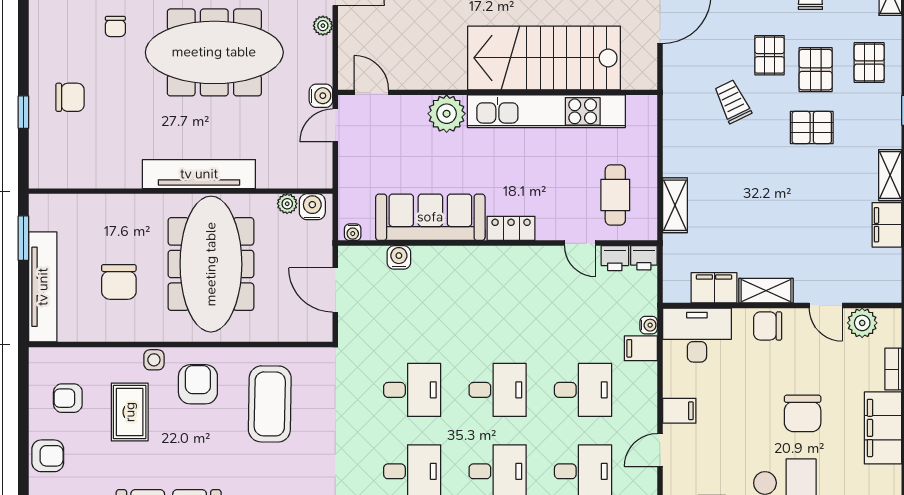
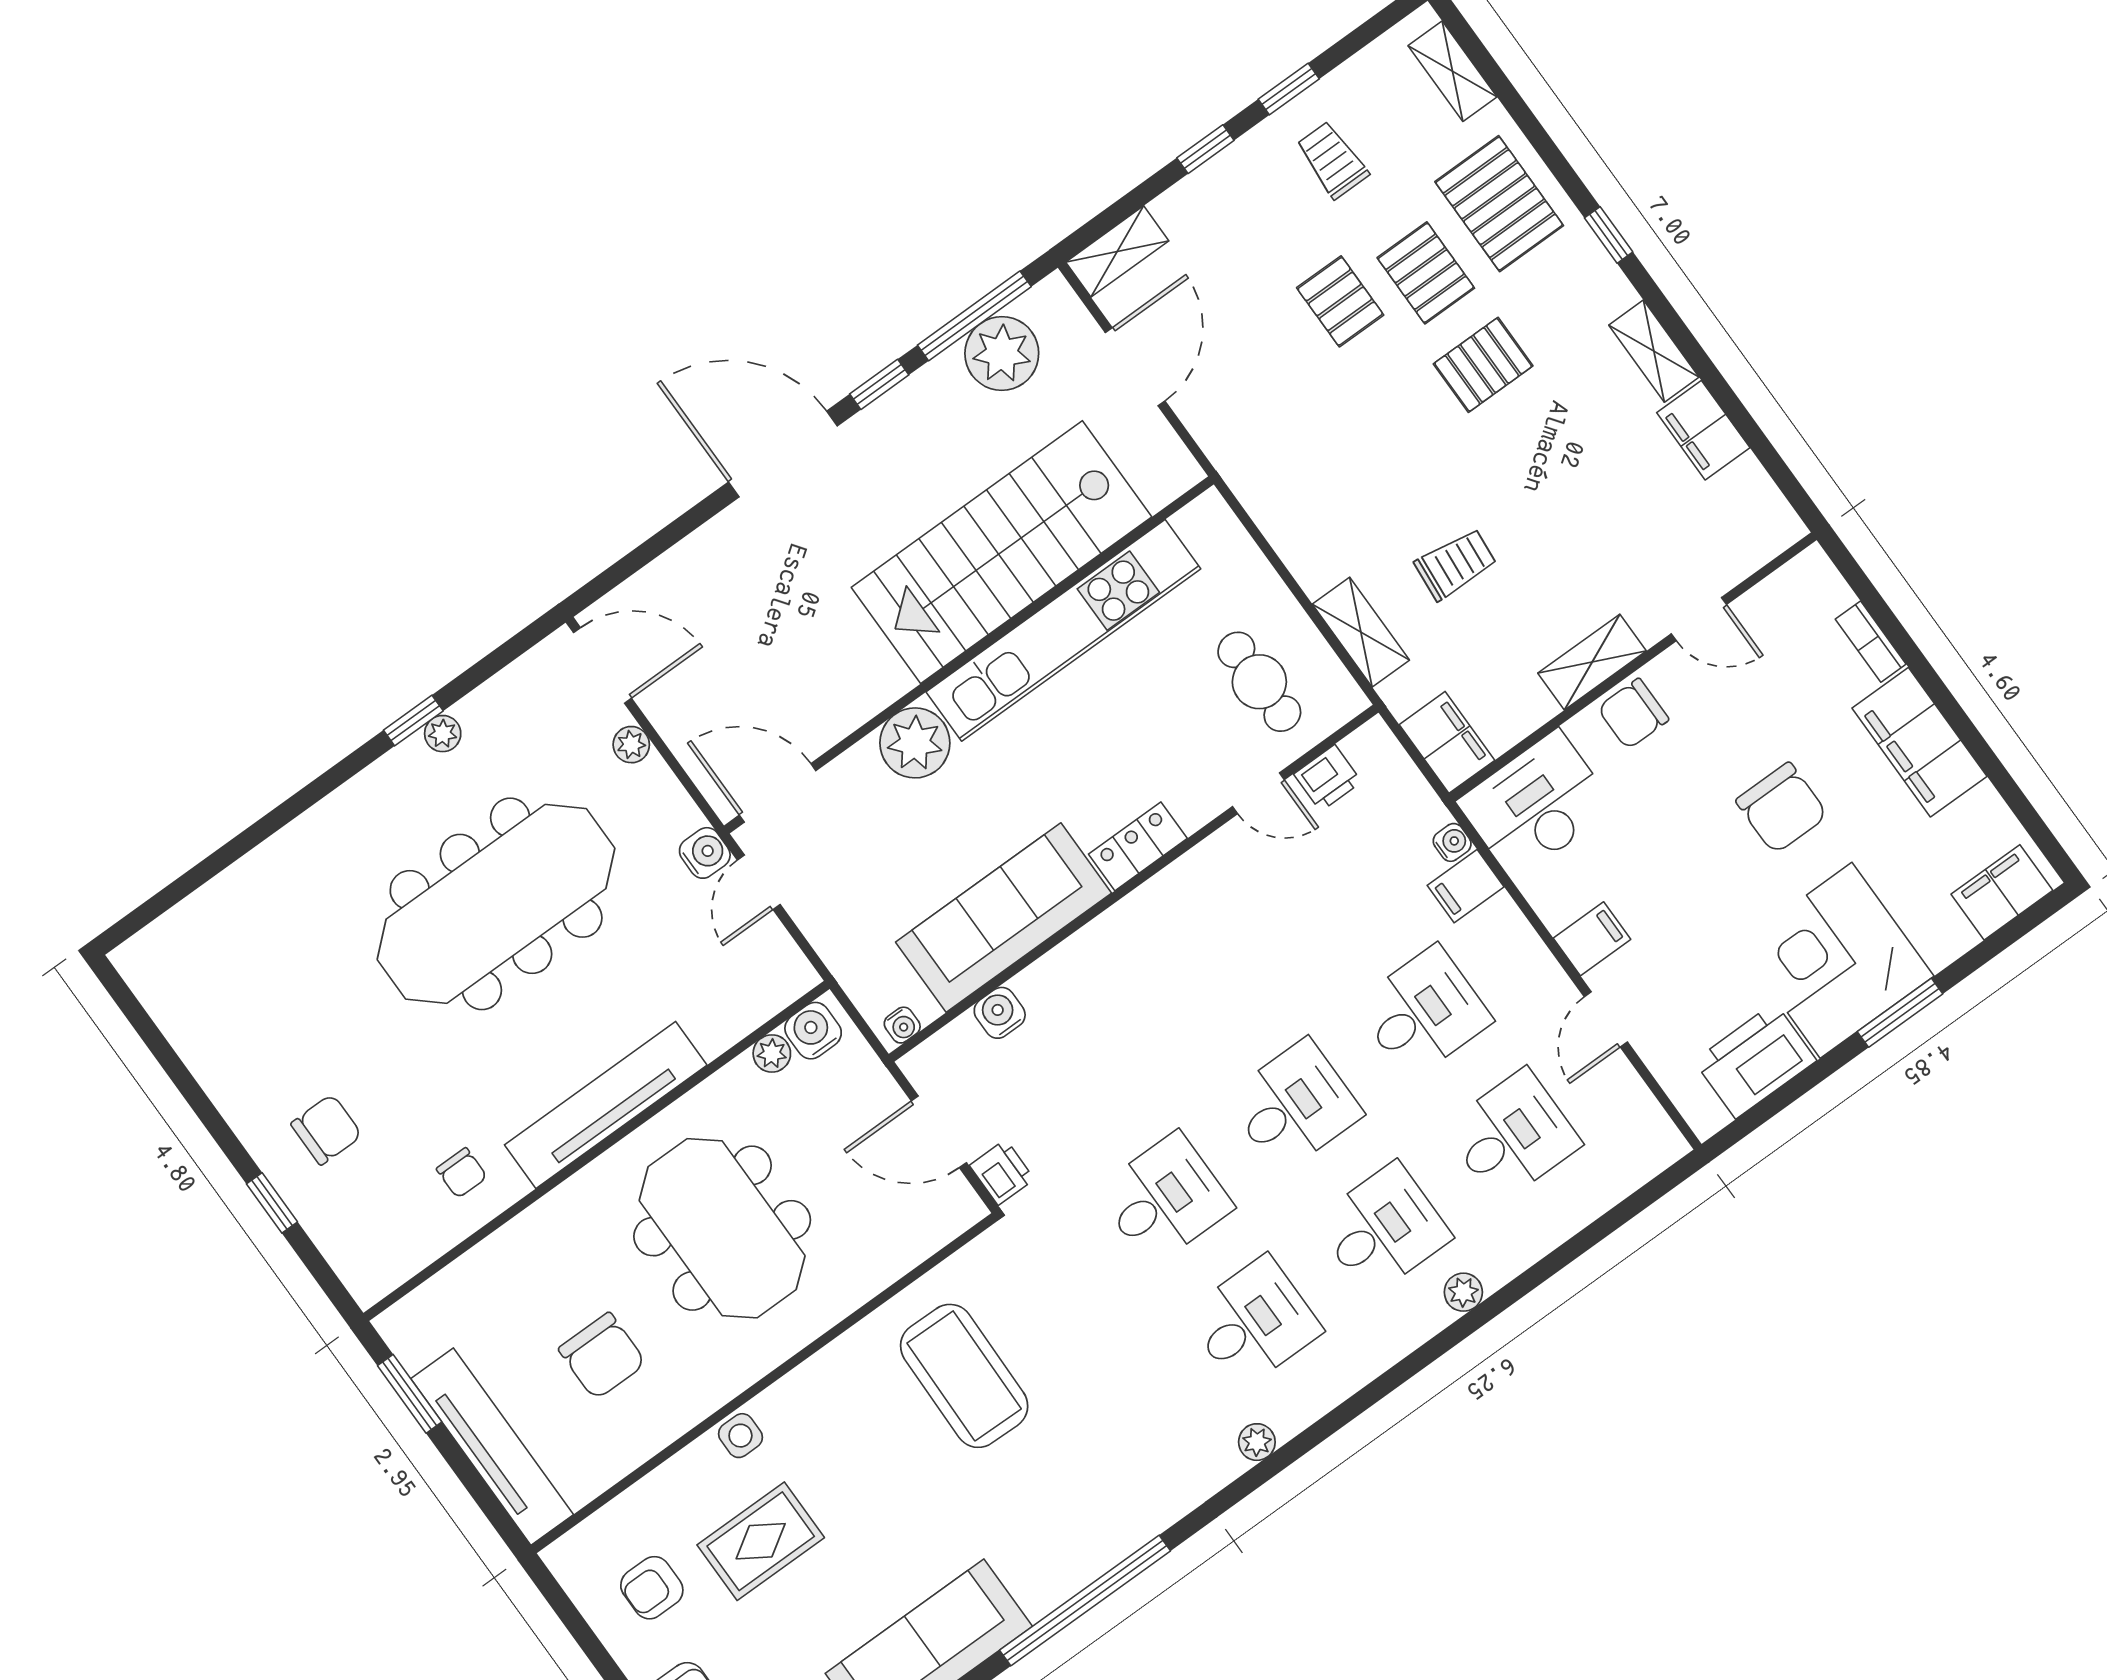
chair: (115, 26) -> (462, 1173), moved
pallet: (869, 62) -> (1499, 204), width x1.50, depth x1.42
door: (371, 92) -> (778, 793), width x1.37
trolley: (733, 102) -> (1456, 564), moved, turned 121
printer: (644, 258) -> (1002, 1172), moved, turned -90
meeting table: (211, 264) -> (722, 1228), width x0.73
filing cabinet: (714, 288) -> (1447, 742), moved, turned 90
plant: (862, 323) -> (1773, 606), removed
armchair: (198, 384) -> (834, 1425), removed
rug: (130, 412) -> (761, 1541), turned 90

